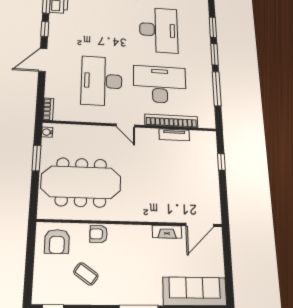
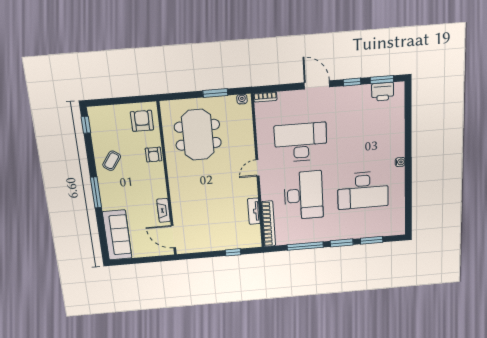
bookcase: (171, 121) -> (268, 224), moved
meeting table: (81, 182) -> (198, 135), width x0.73
armchair: (99, 234) -> (154, 155), turned 180
armchair: (57, 241) -> (142, 121), turned 90
coffee table: (86, 274) -> (112, 161), moved

